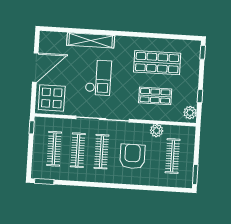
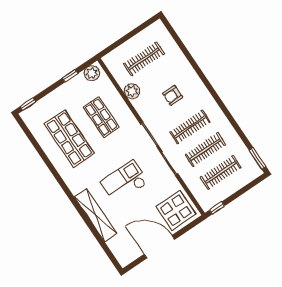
armchair: (132, 156) -> (173, 95), width x0.53, depth x0.53
window: (195, 174) -> (145, 25), removed

